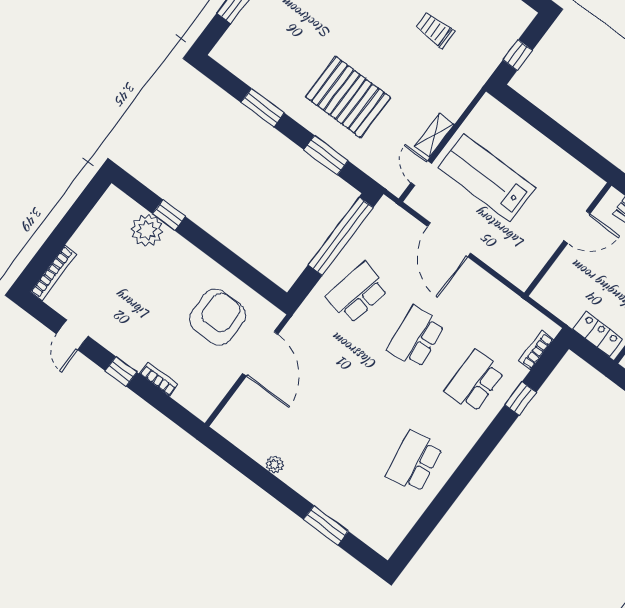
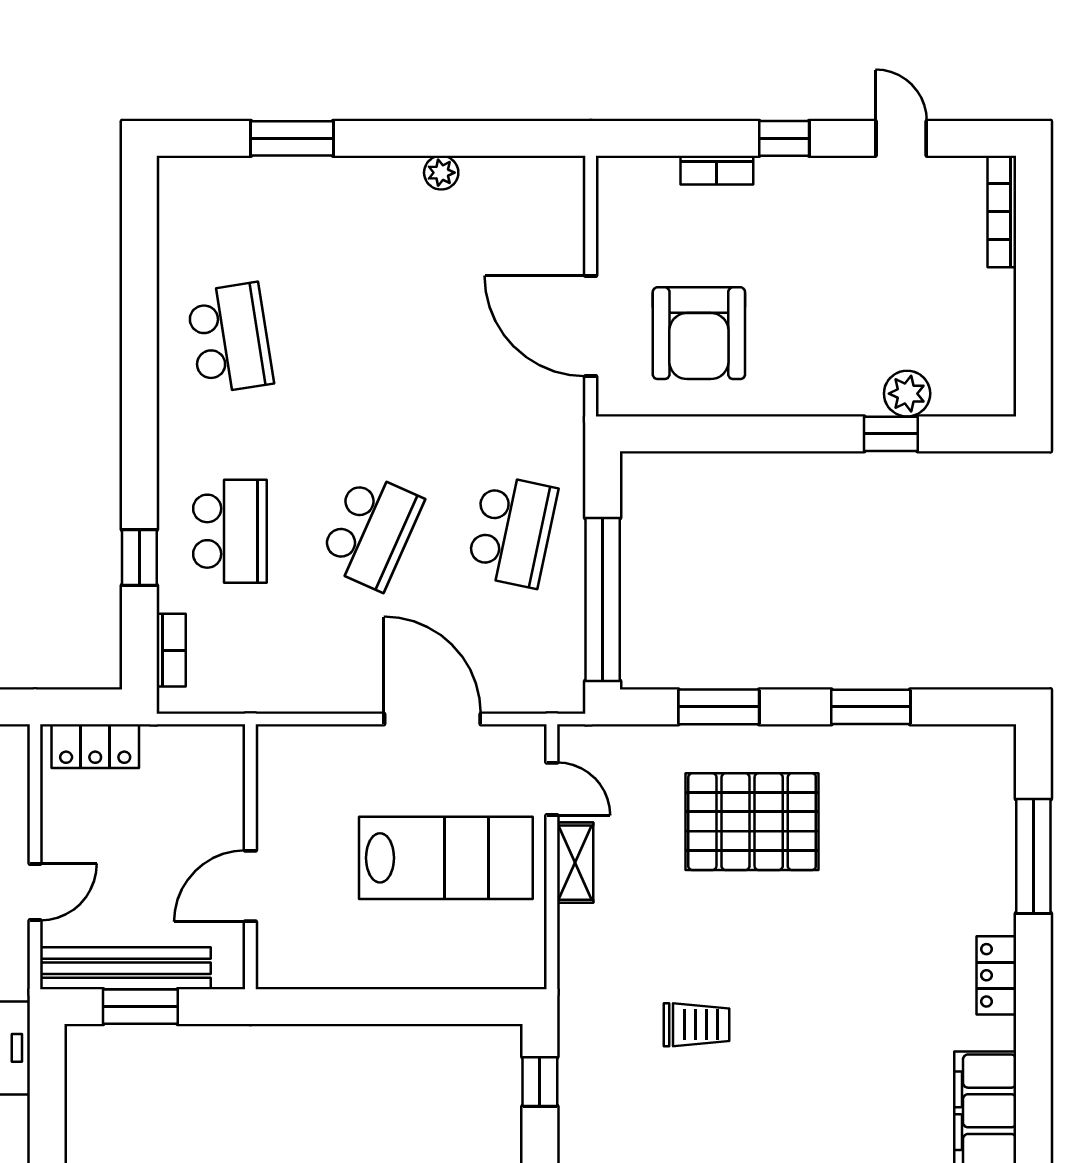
plant: (147, 230) -> (907, 394), width x0.73, depth x0.73
school desk: (416, 337) -> (371, 531), turned 30

